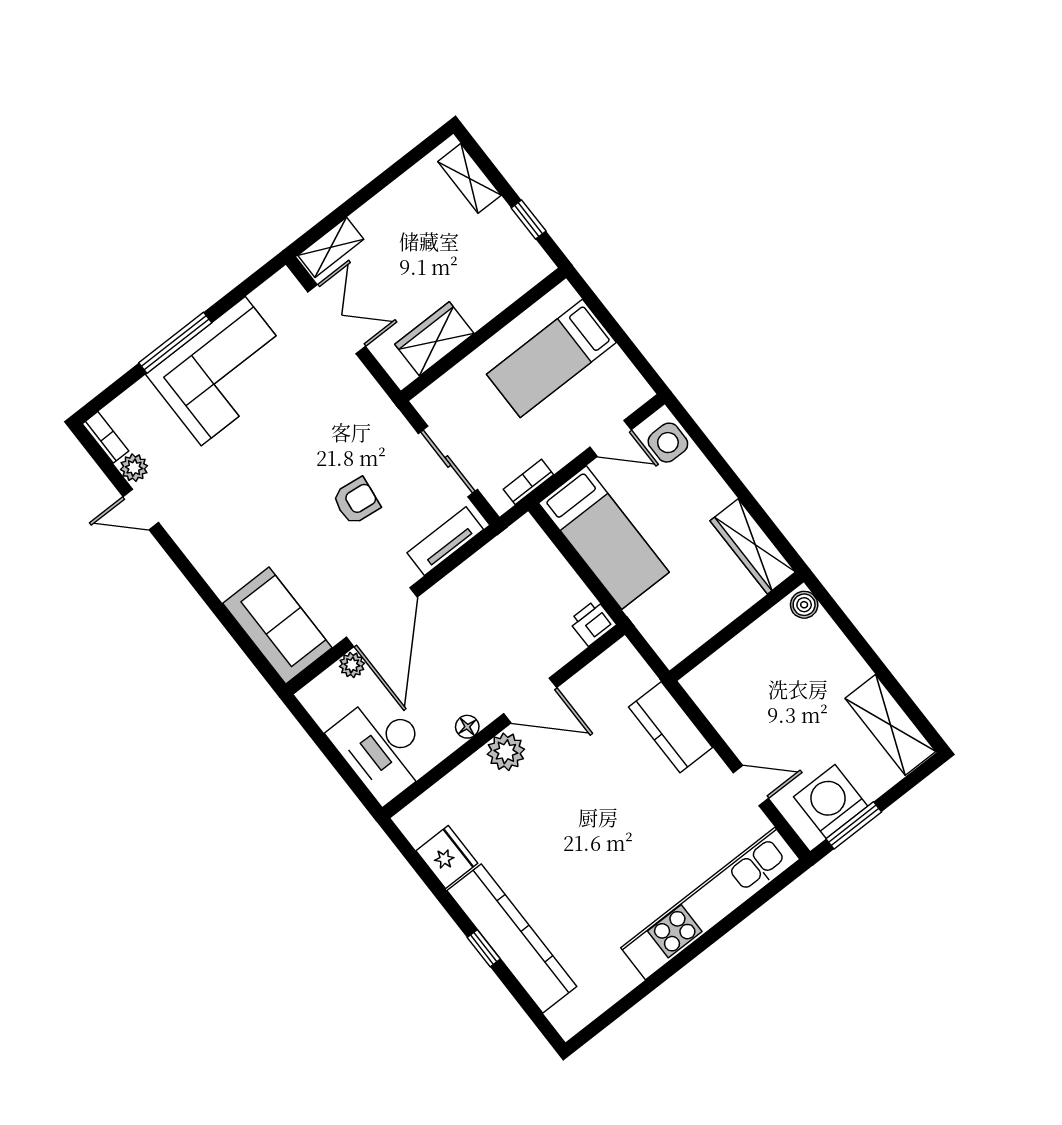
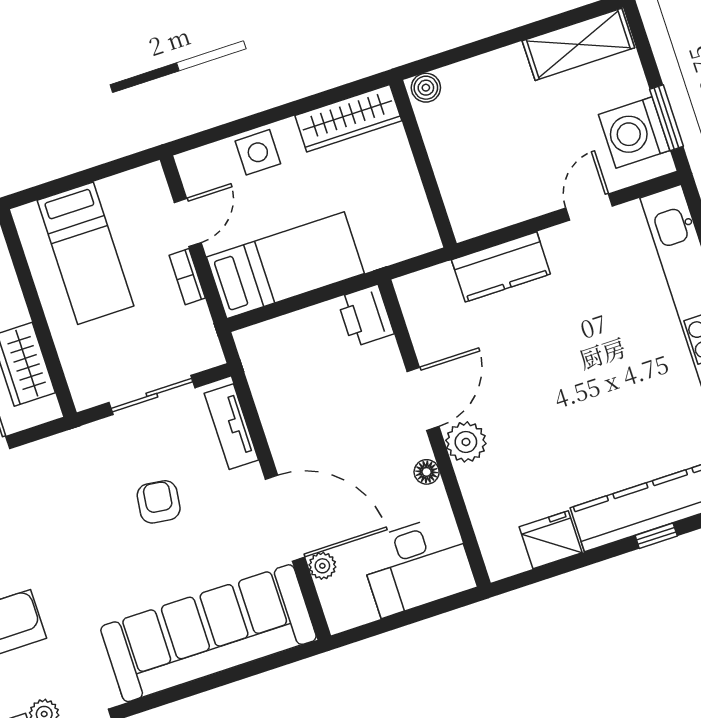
side table: (668, 443) -> (258, 152), moved
bookcase: (528, 482) -> (187, 277), moved
printer: (592, 623) -> (365, 316), width x1.36, depth x1.24
sofa: (277, 626) -> (208, 633), width x1.85, depth x1.27

